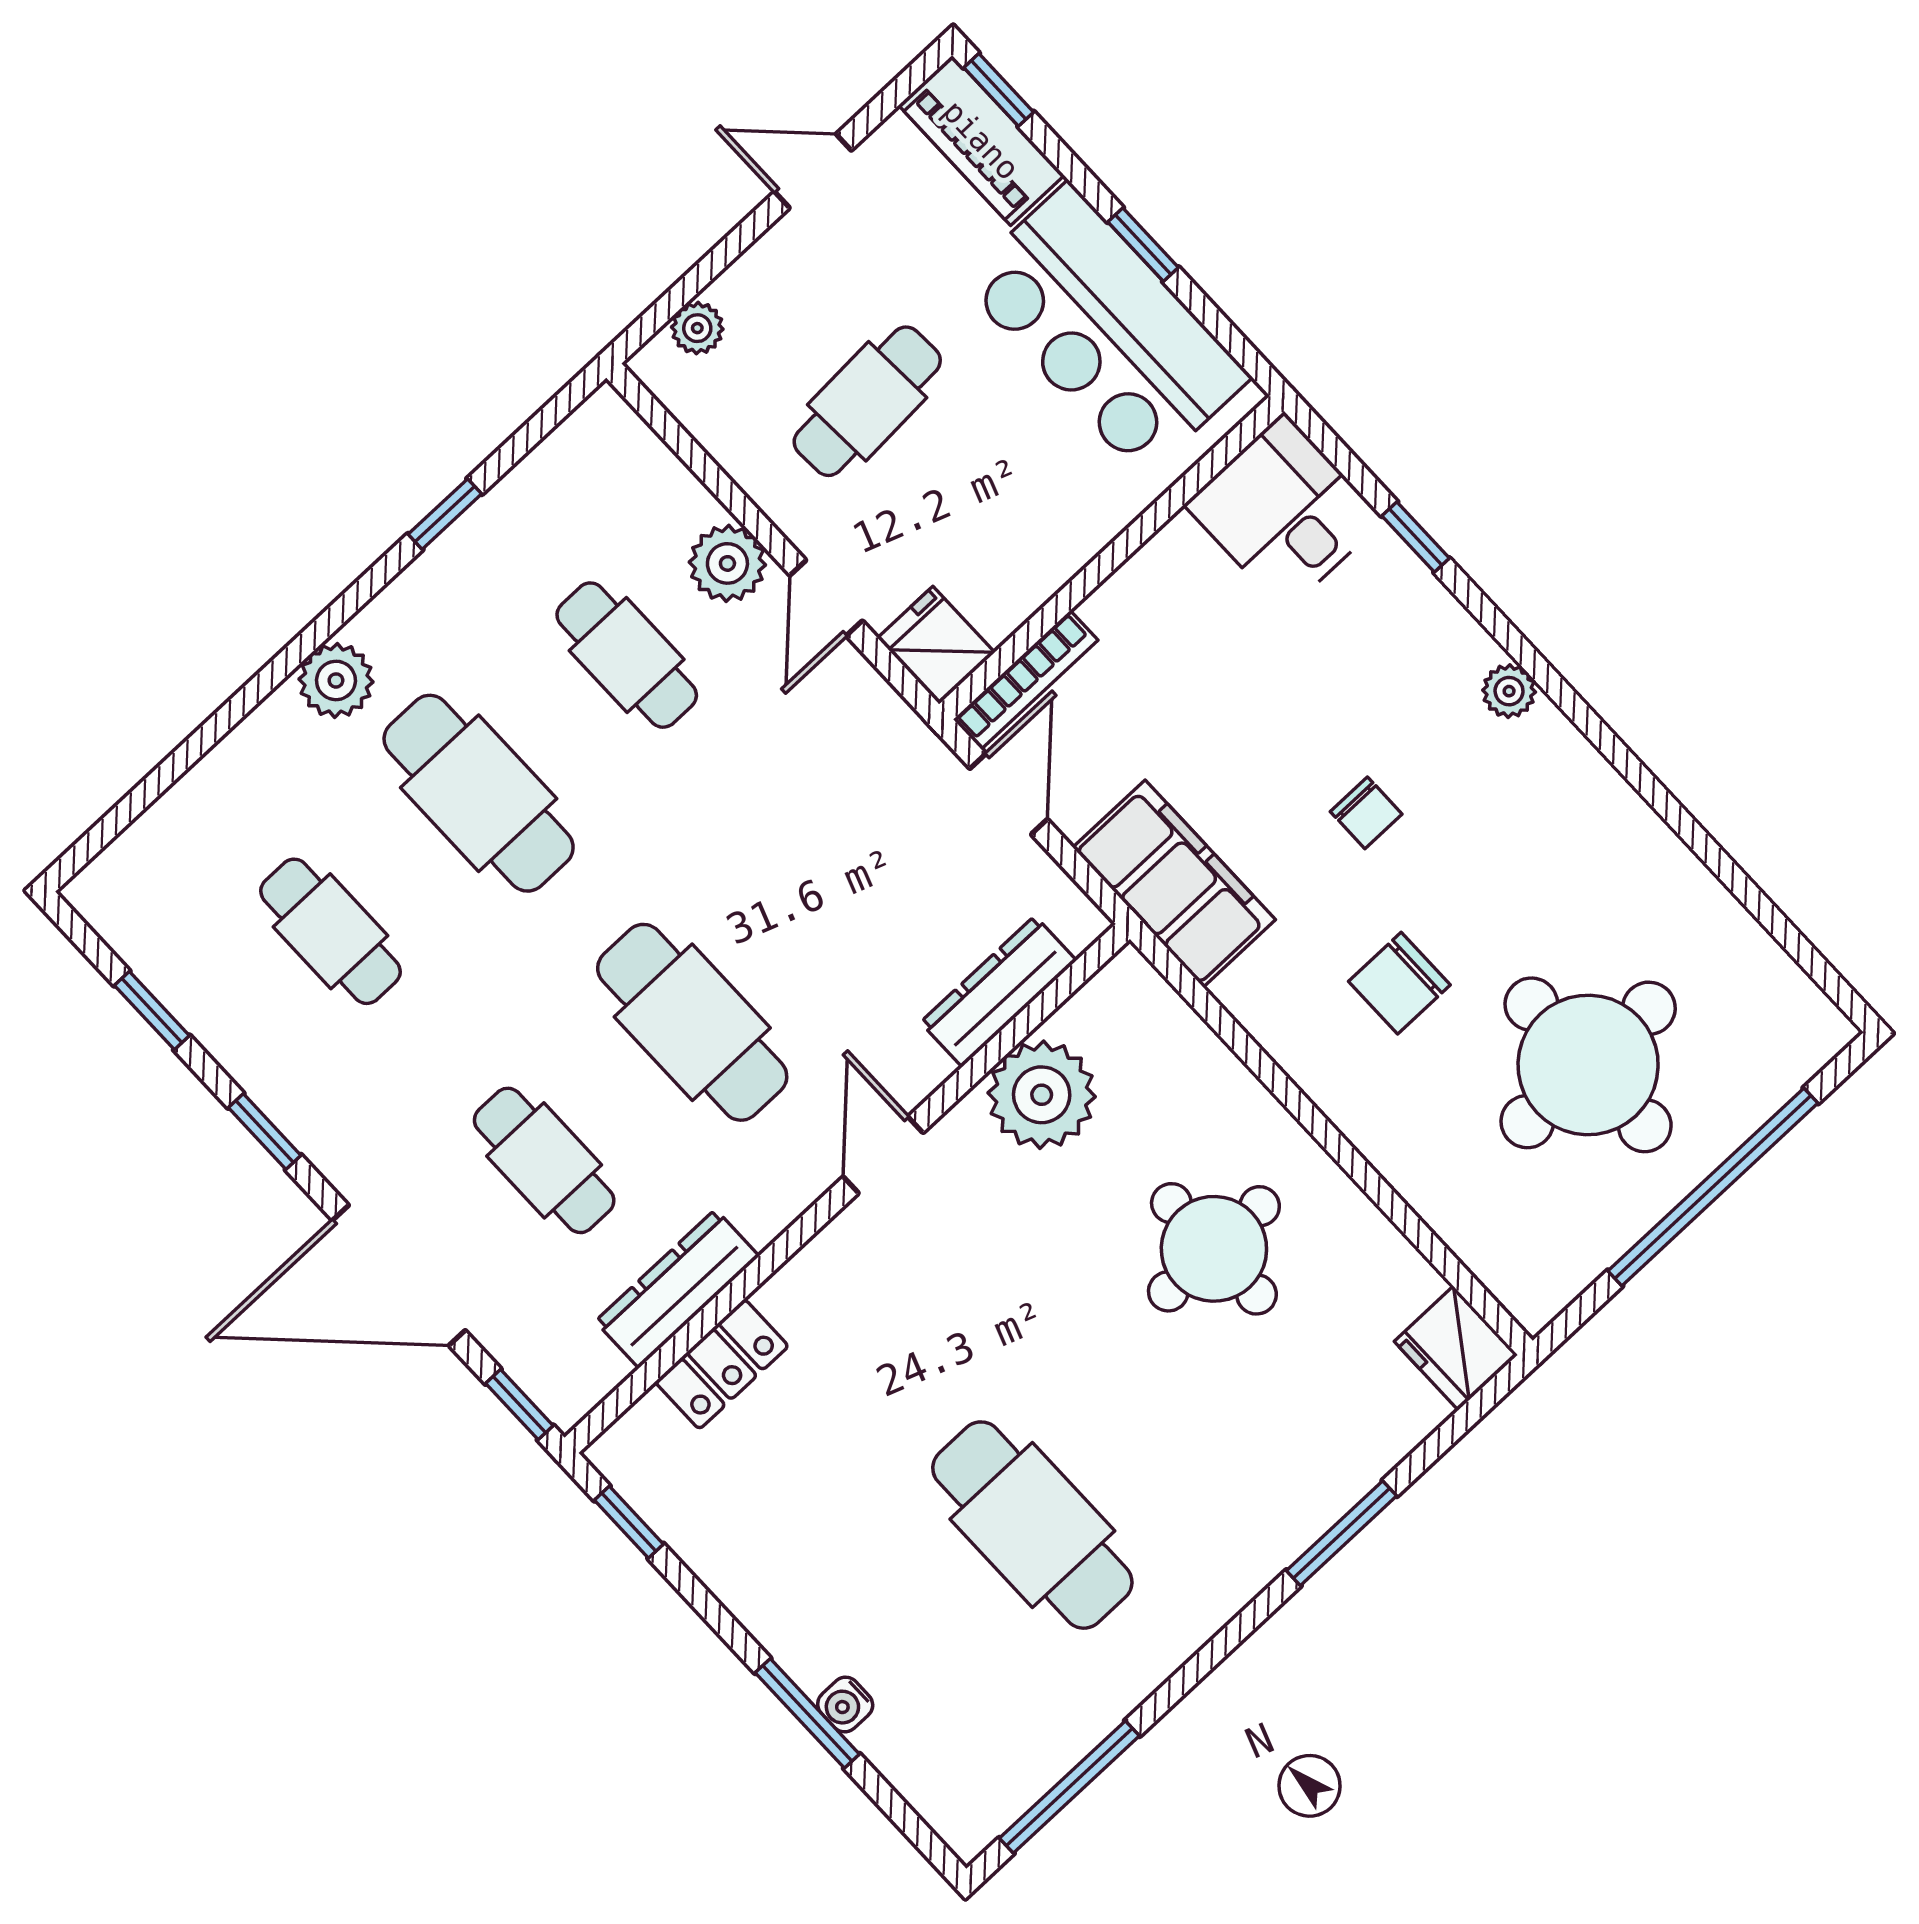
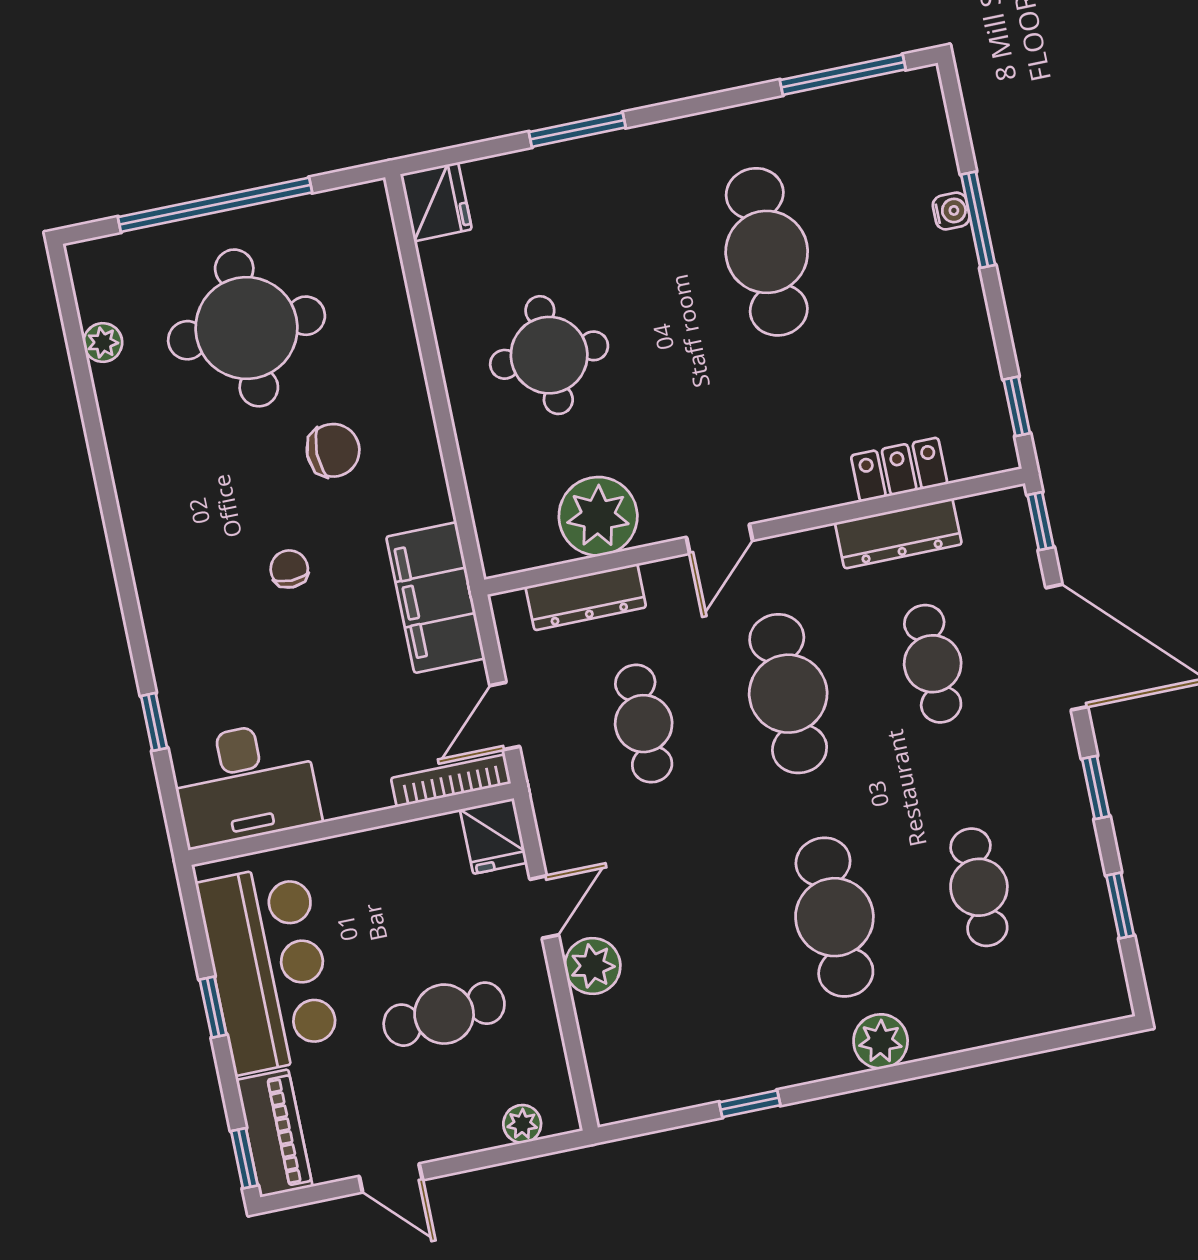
desk: (1284, 512) -> (245, 783), width x1.37
cafe table: (627, 655) -> (644, 724), moved
plant: (1509, 691) -> (103, 343), moved

